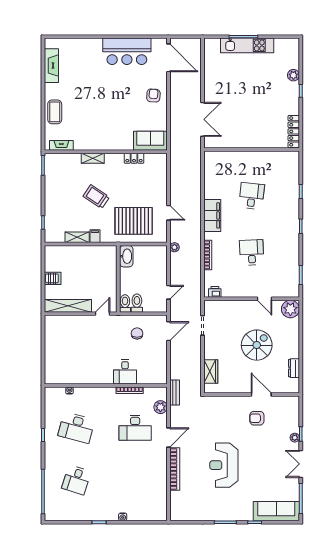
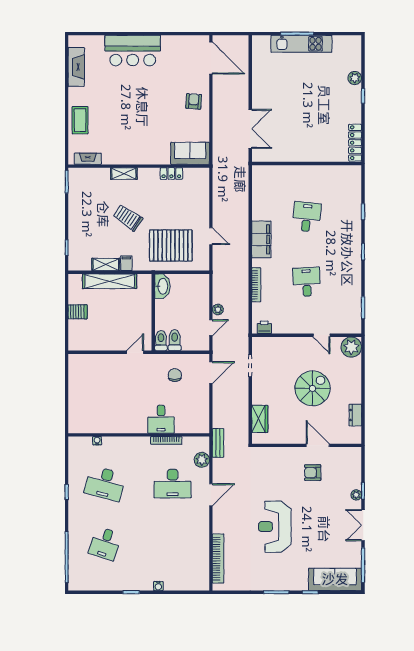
bar counter: (127, 51) -> (133, 51), moved
plant: (174, 247) -> (218, 310), moved
shelving: (68, 306) -> (110, 281), moved
bookcase: (175, 469) -> (218, 558), moved

